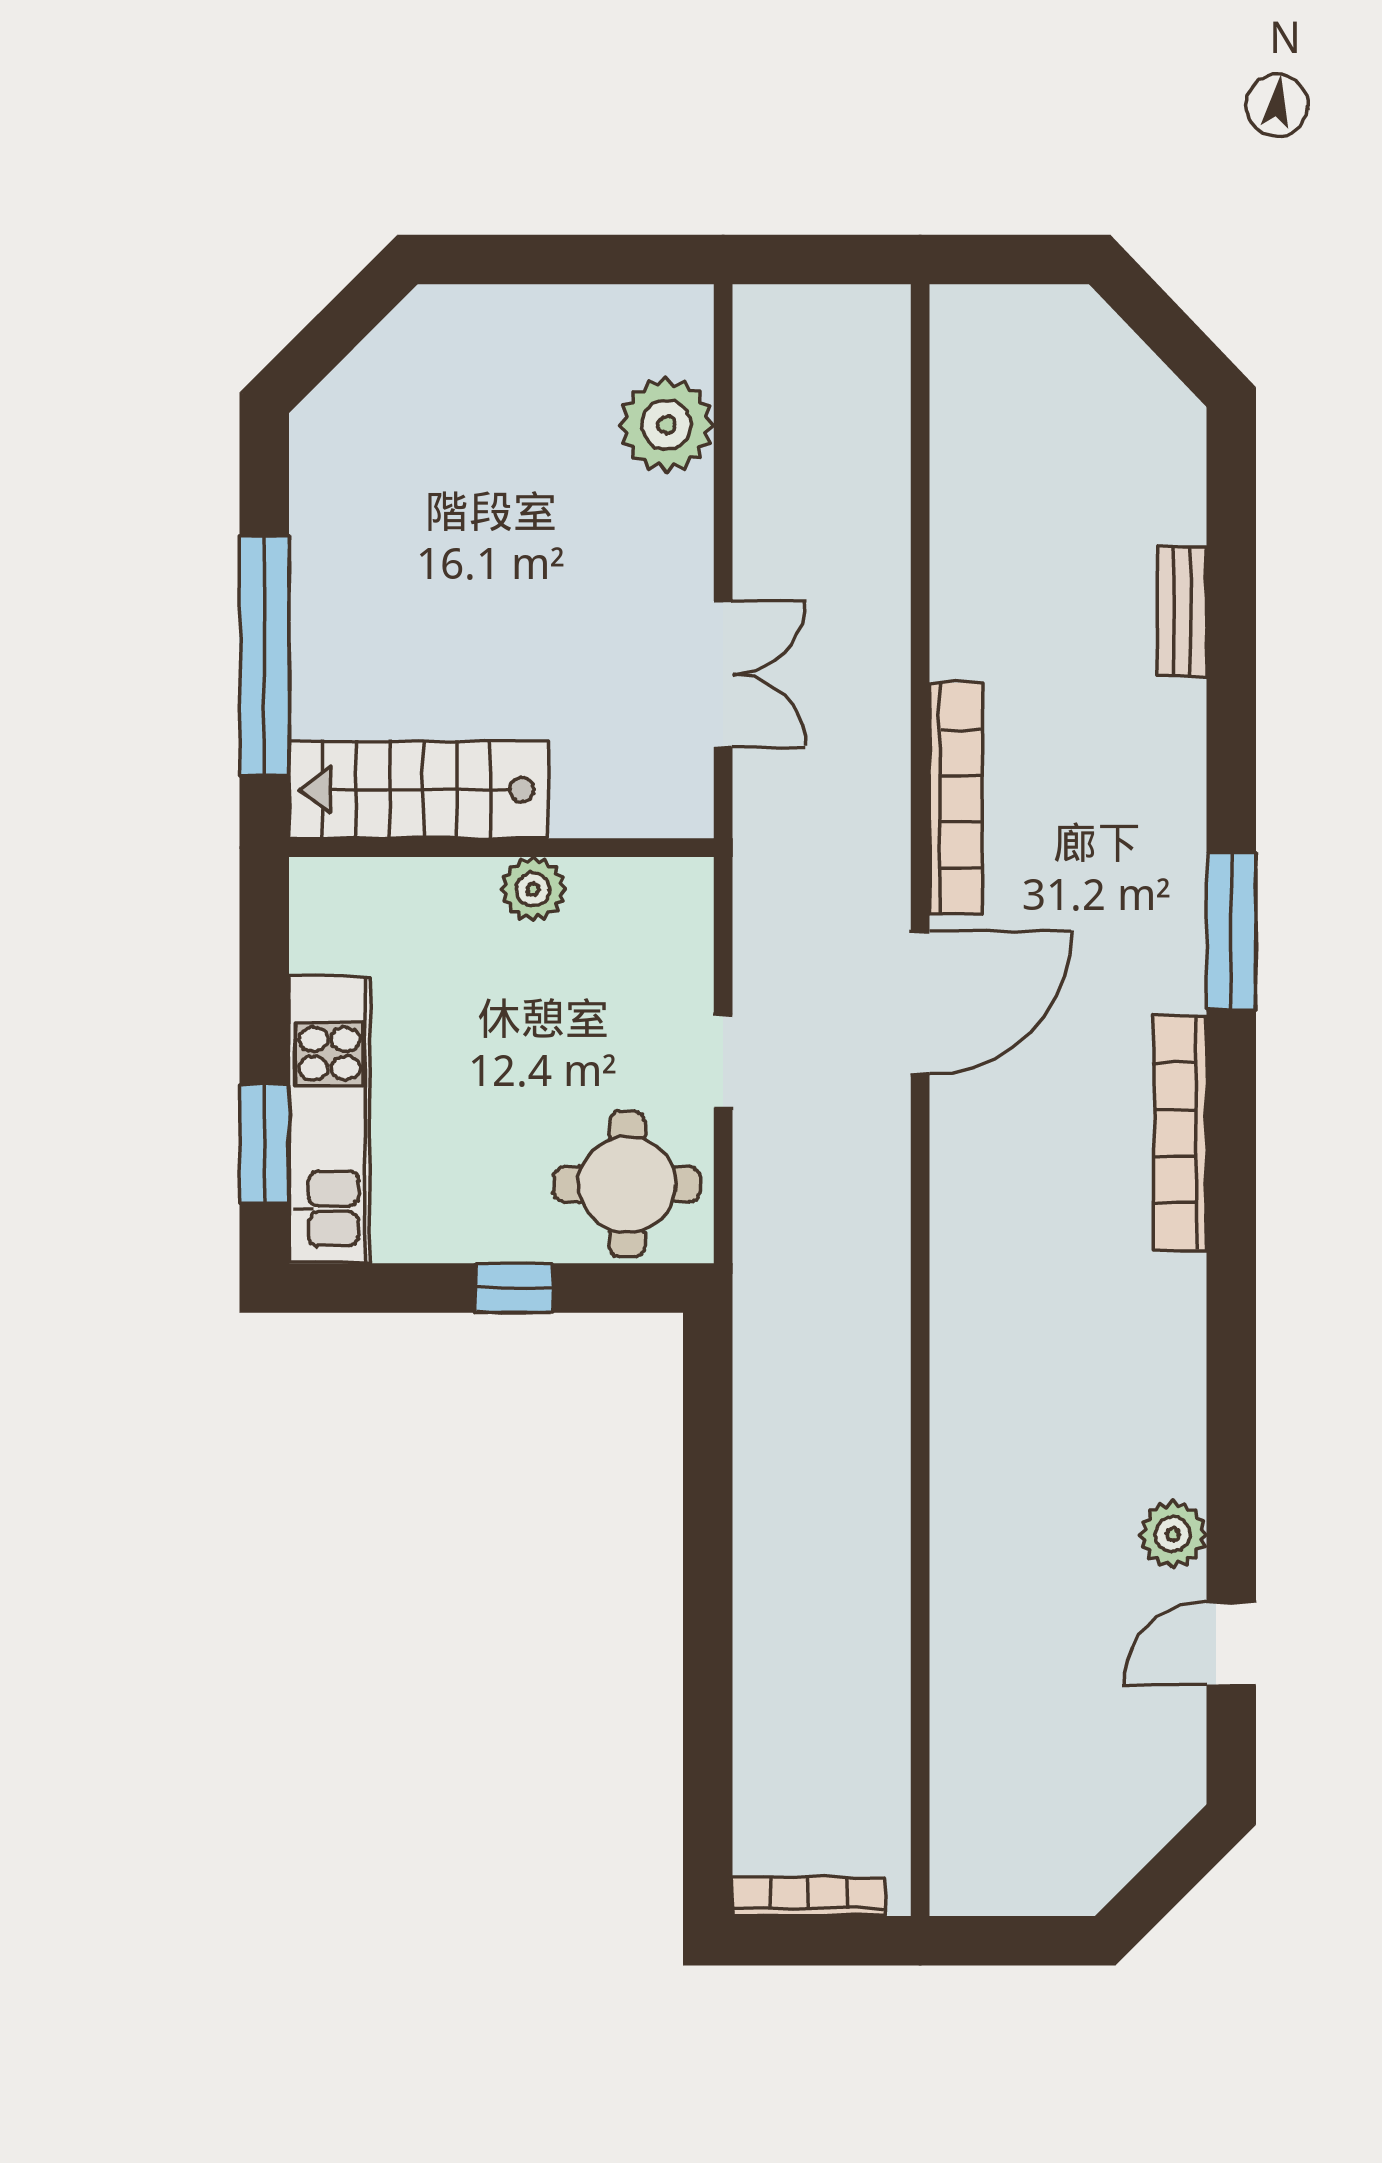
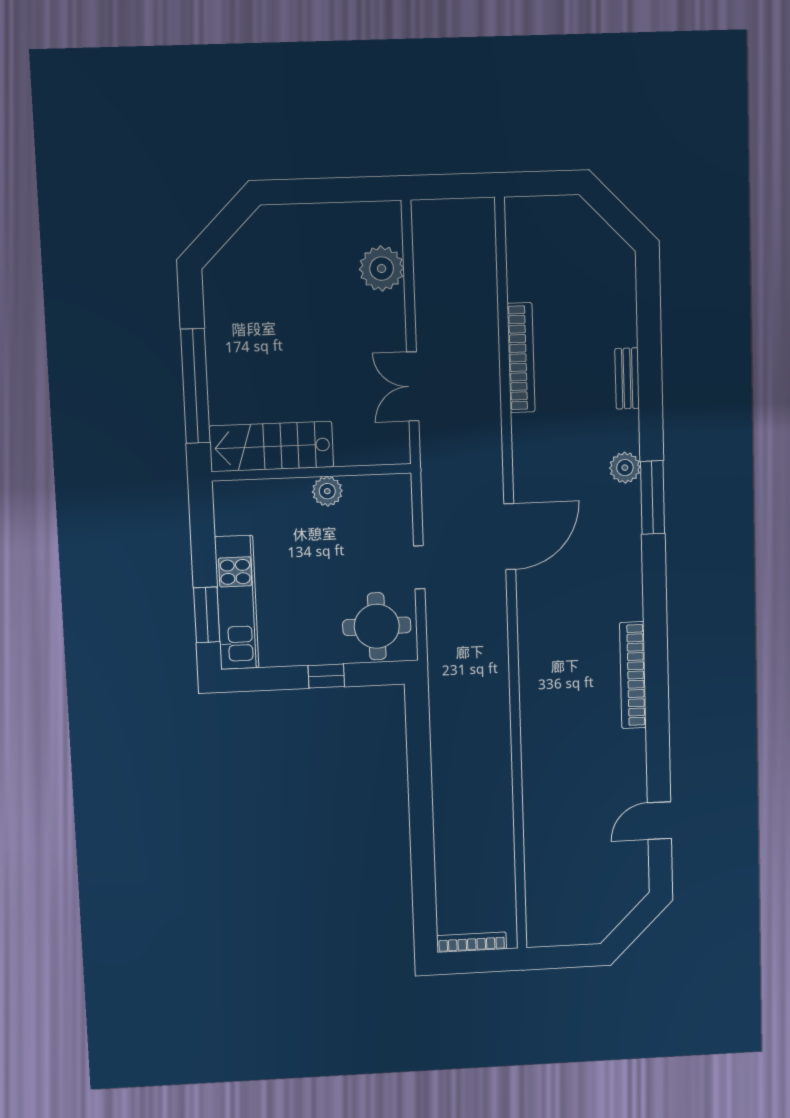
bench: (1182, 611) -> (627, 378), moved
double door: (723, 674) -> (413, 386), swing flipped
bookcase: (956, 799) -> (521, 358), moved
bookcase: (1180, 1133) -> (633, 675), moved
plant: (1173, 1534) -> (625, 468), moved

